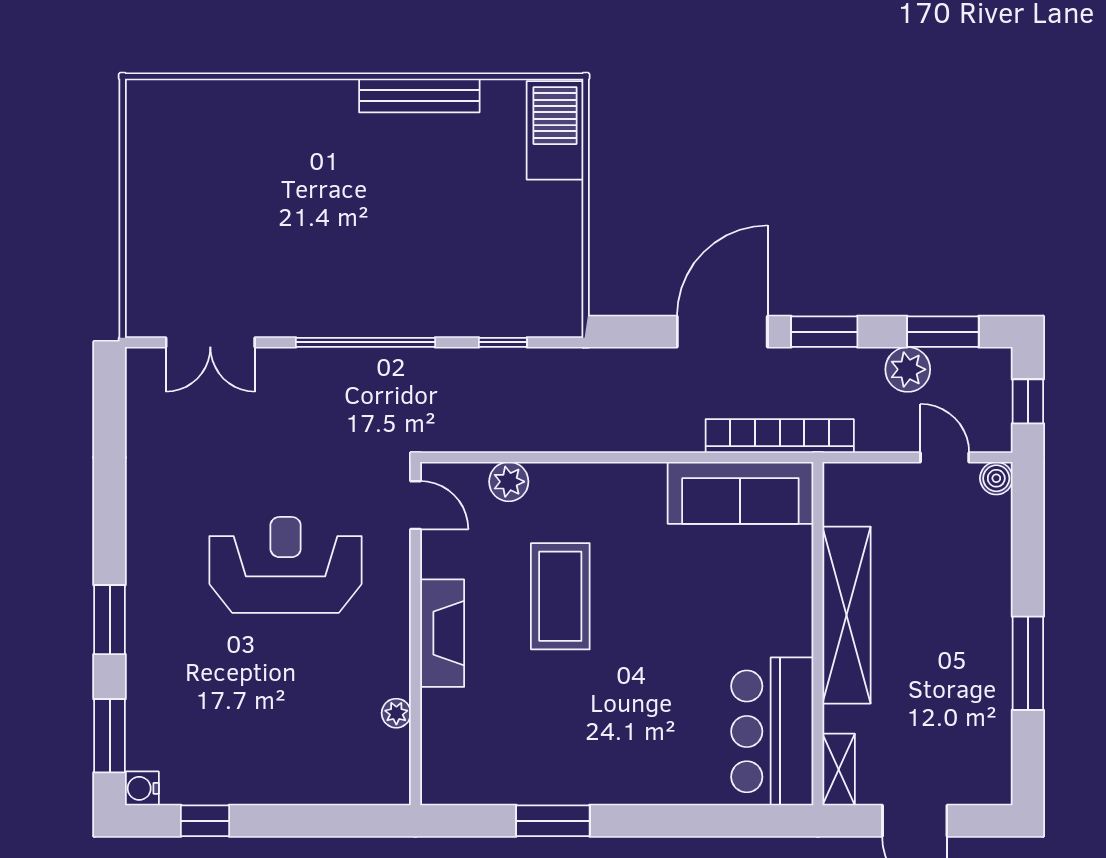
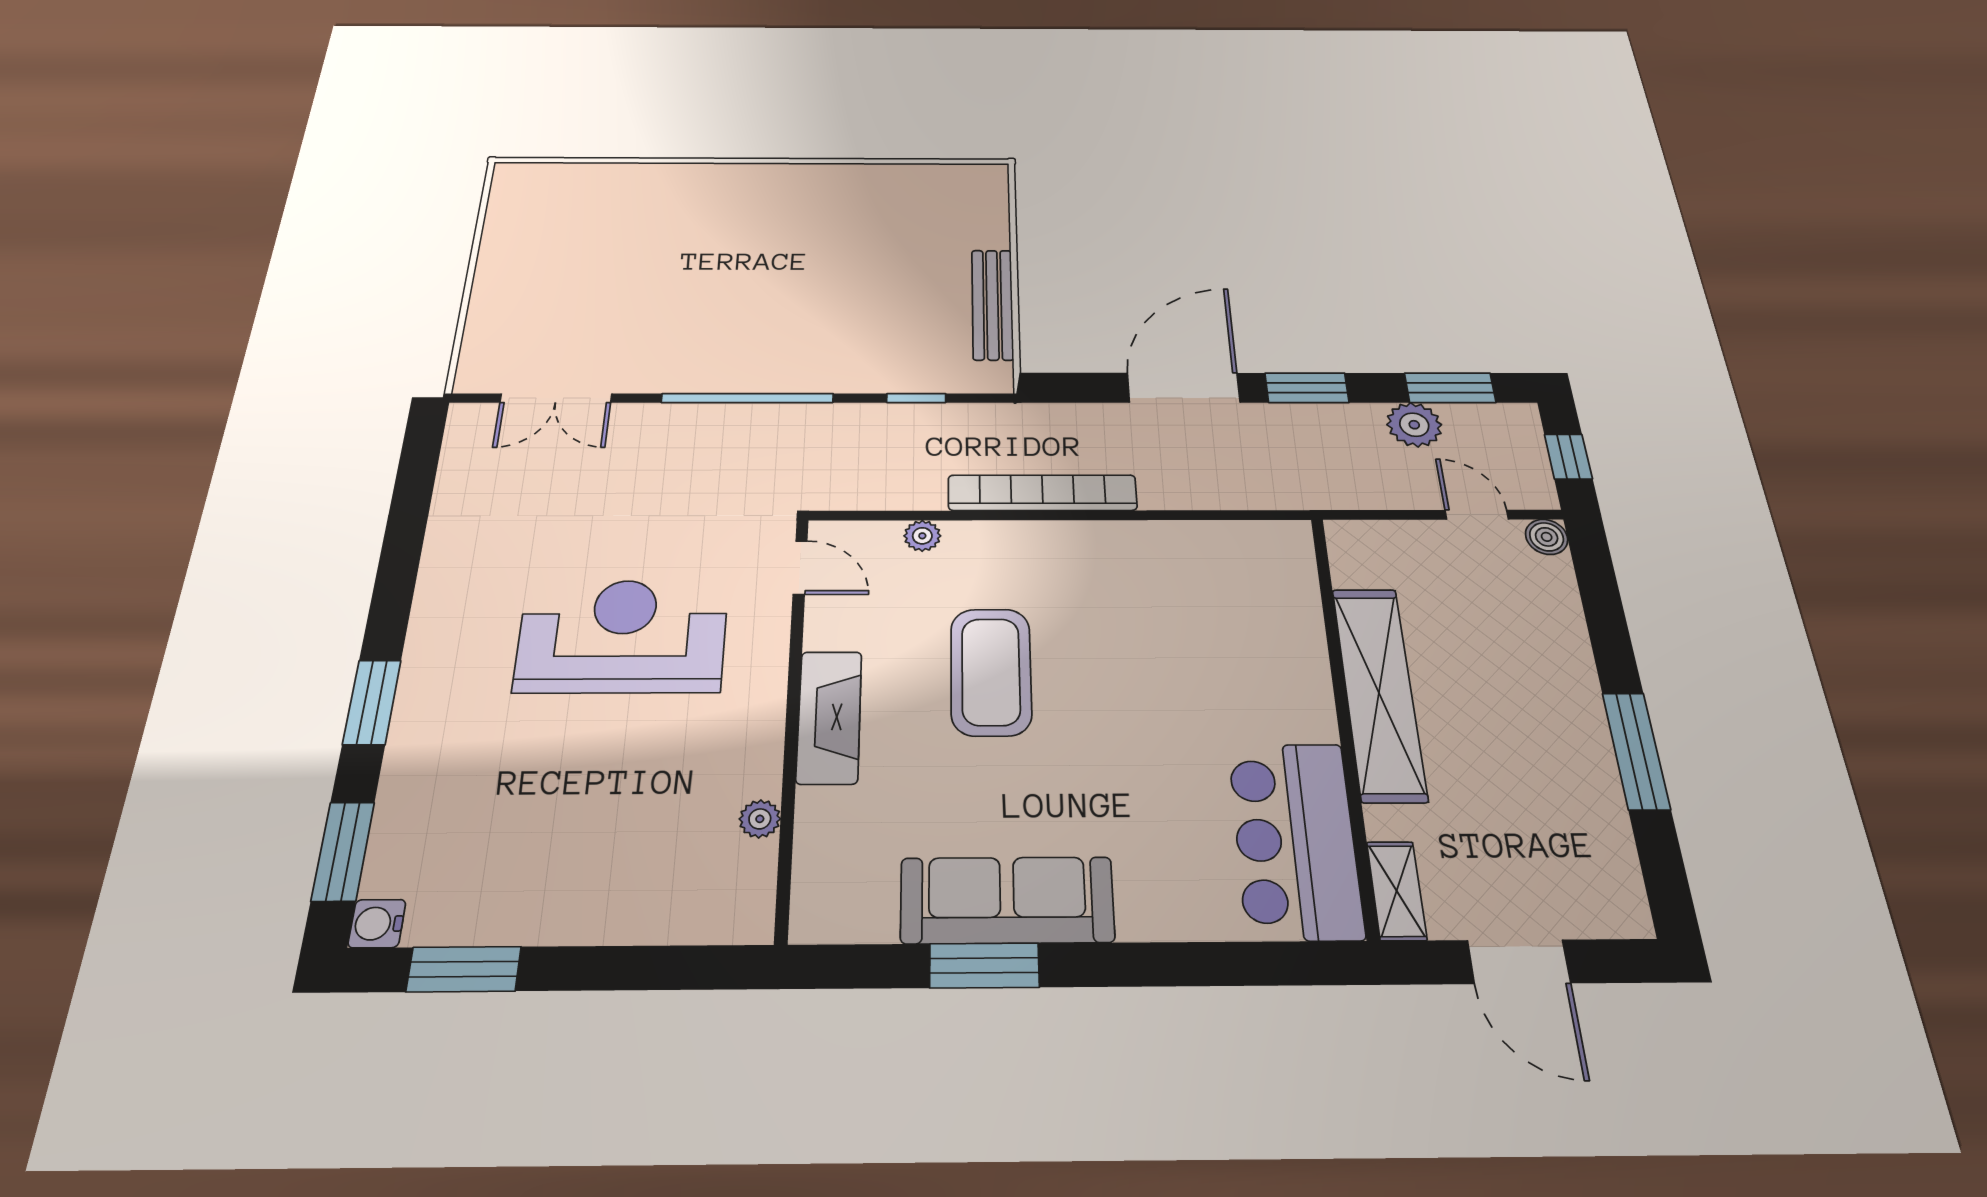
bench: (419, 96) -> (992, 304), moved, turned 90
barbecue: (555, 130) -> (978, 206), removed
bookcase: (780, 436) -> (1042, 493), moved
plant: (509, 482) -> (922, 536), width x0.73, depth x0.73
sofa: (740, 493) -> (1007, 900), moved, turned 180
window: (205, 821) -> (464, 969), width x1.50

